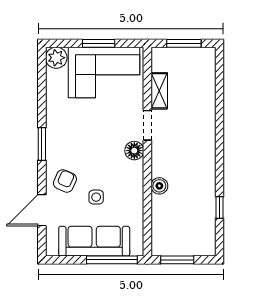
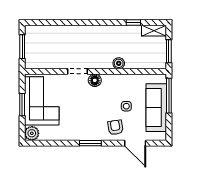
shelving: (159, 91) -> (154, 31), moved
armchair: (65, 181) -> (115, 127), turned 57

